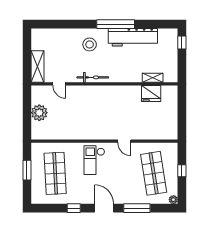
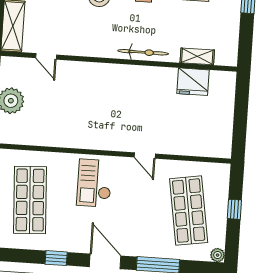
bicycle: (93, 77) -> (143, 52), moved

